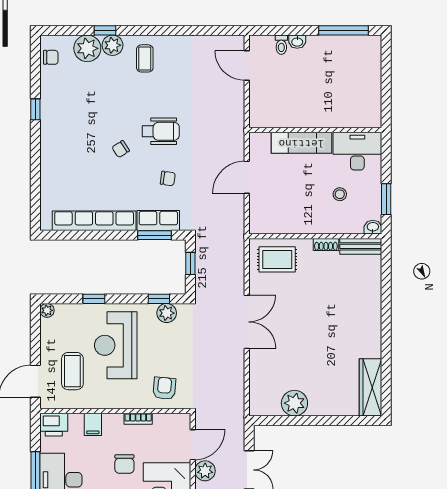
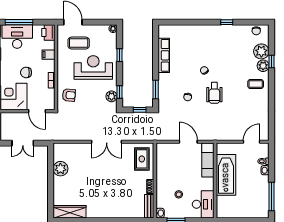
bathtub: (305, 111) -> (226, 175), added
exam couch: (301, 143) -> (208, 160), moved
row of seats: (158, 220) -> (164, 92), removed
row of seats: (94, 221) -> (164, 55), width x0.73
plant: (205, 471) -> (22, 118), removed

